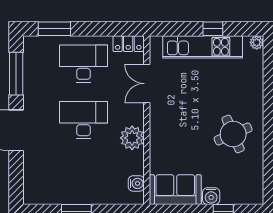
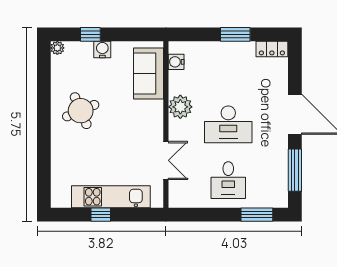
plant: (257, 42) -> (57, 48), moved
locker: (128, 44) -> (272, 49), moved, turned 180
desk: (84, 64) -> (228, 180), width x0.73
sofa: (175, 190) -> (149, 73), moved, turned 90

